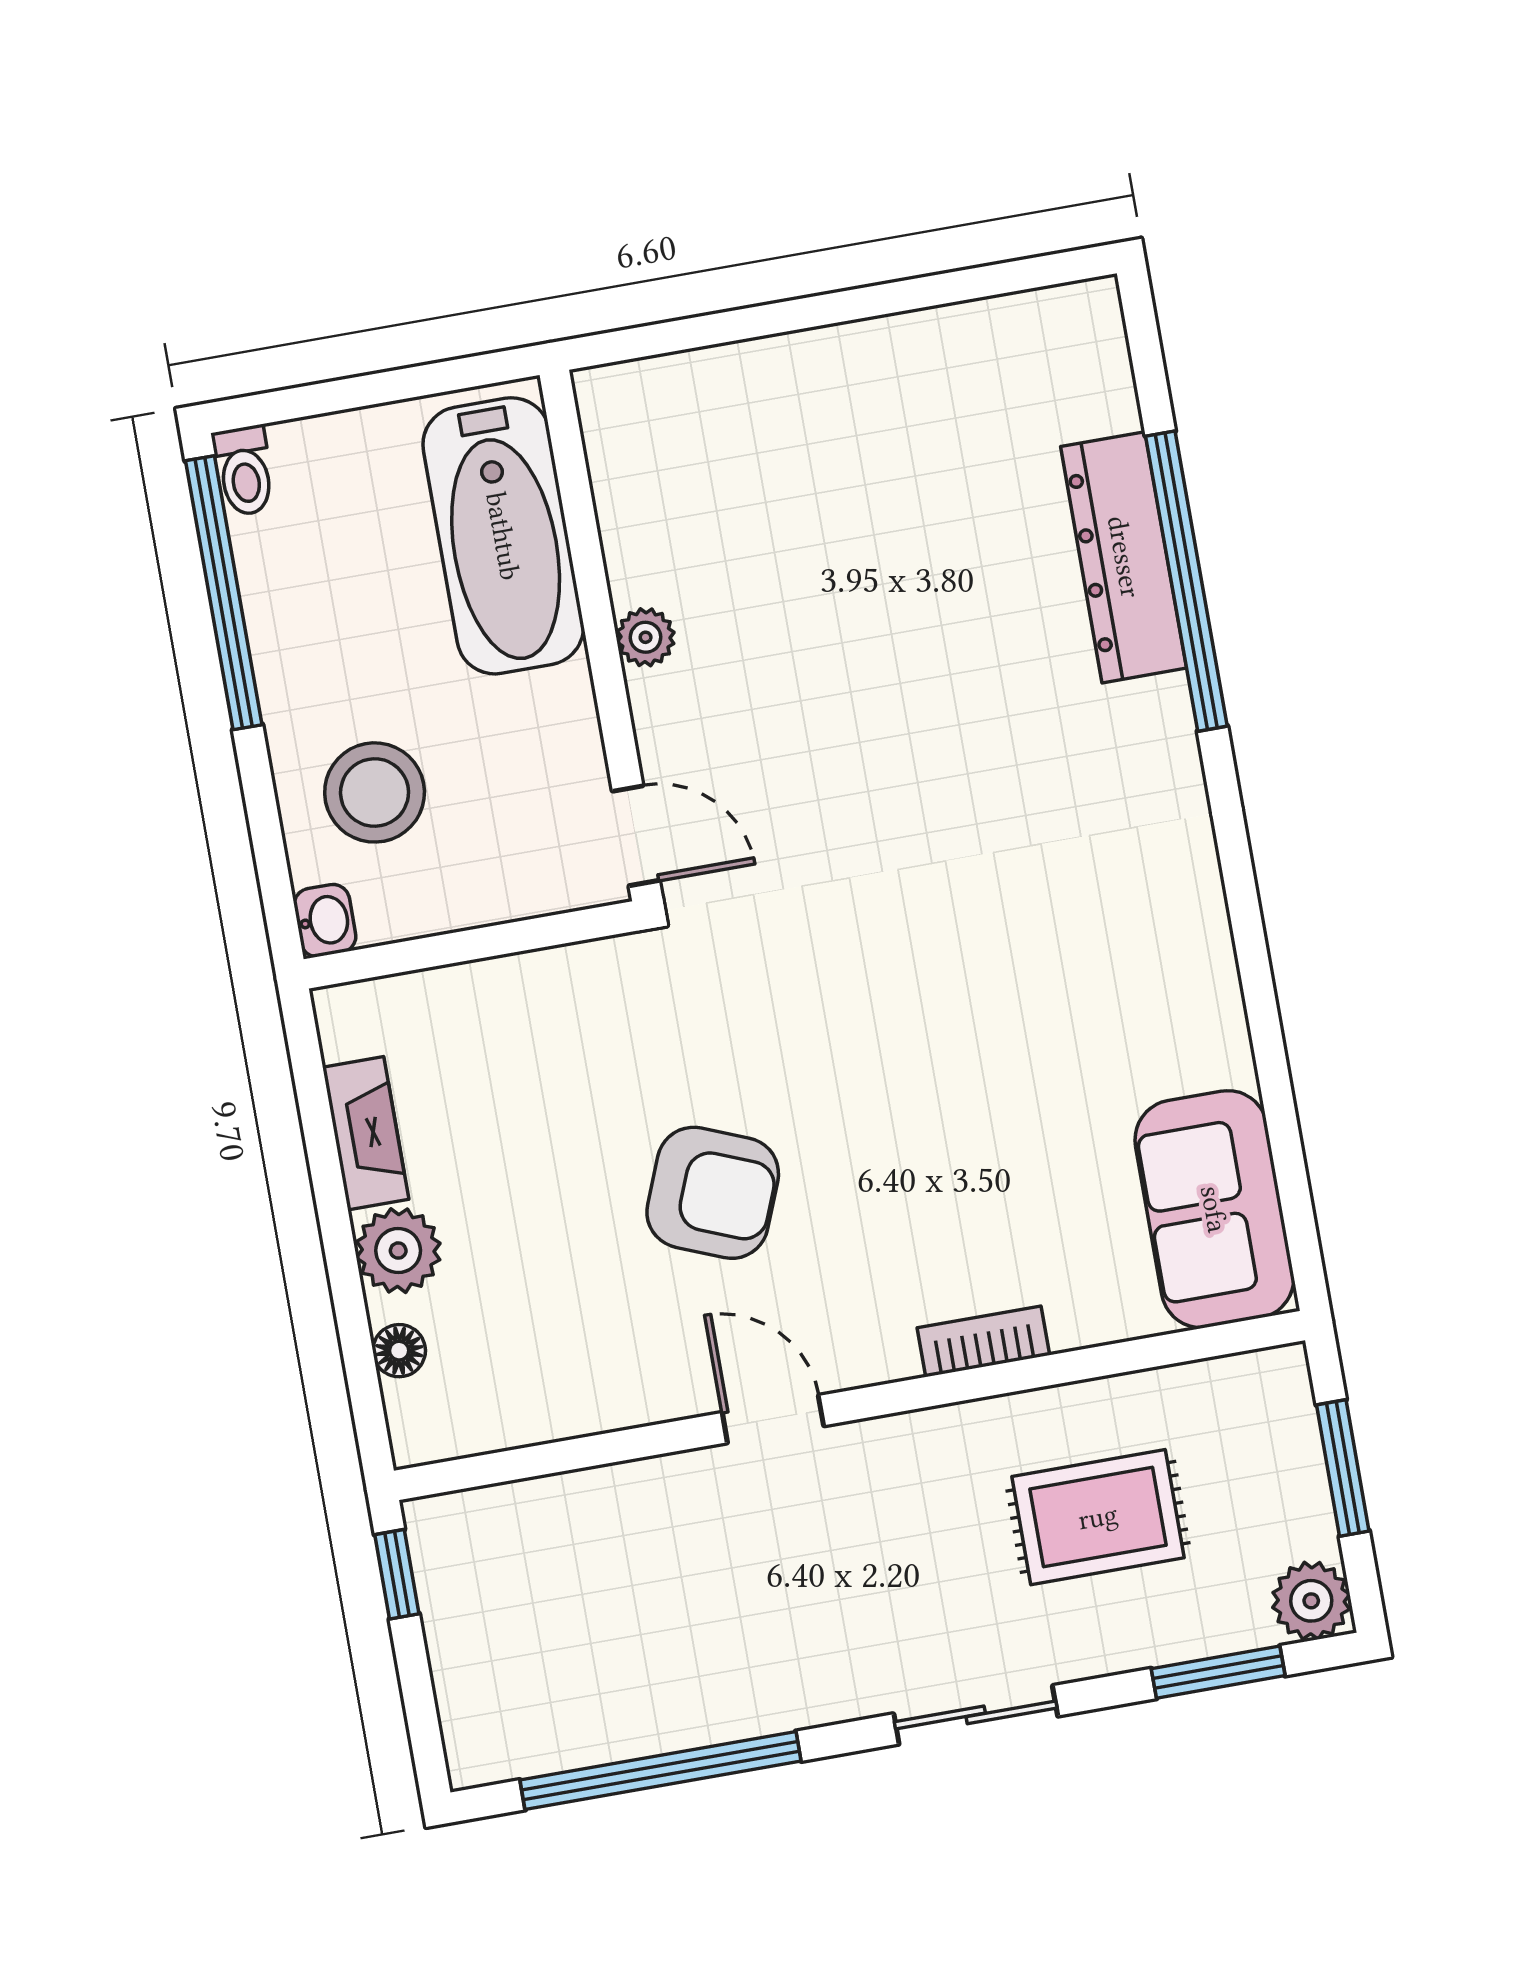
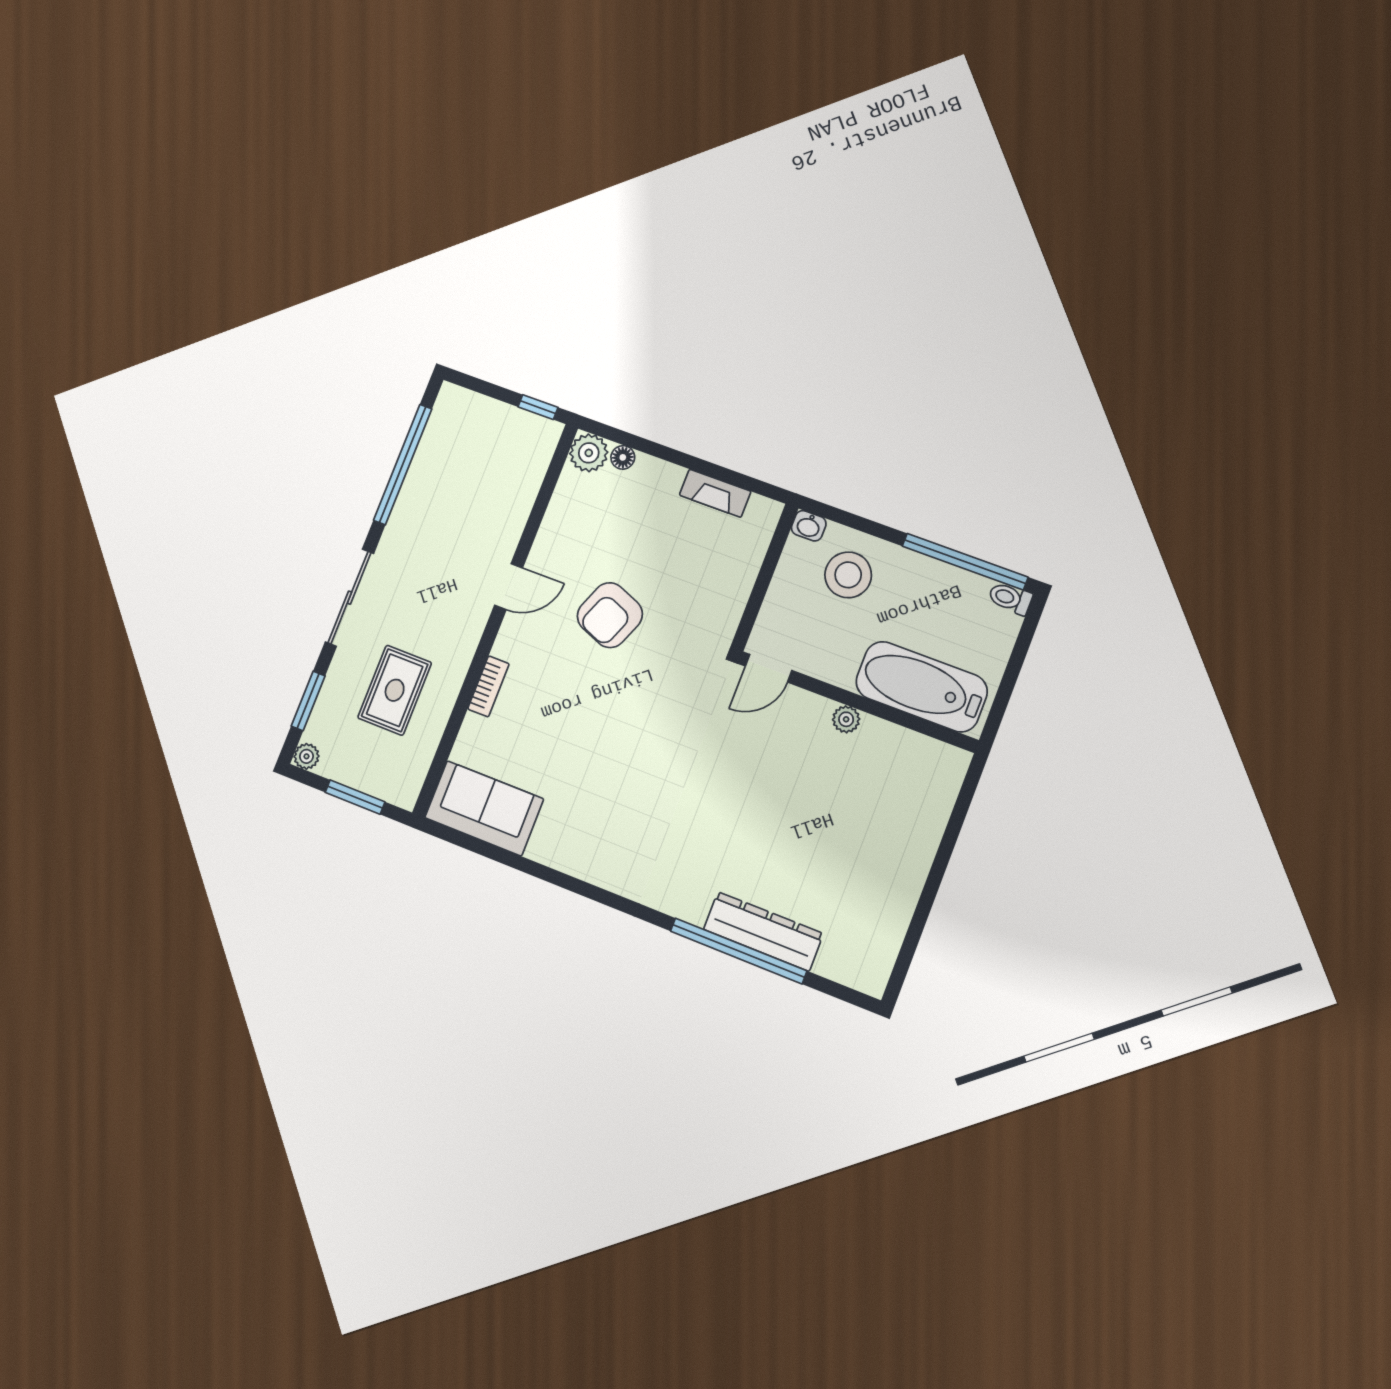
plant: (398, 1251) -> (589, 453), moved
plant: (1311, 1601) -> (306, 756), width x0.73, depth x0.73
sliding door: (976, 1715) -> (349, 598), width x1.37

